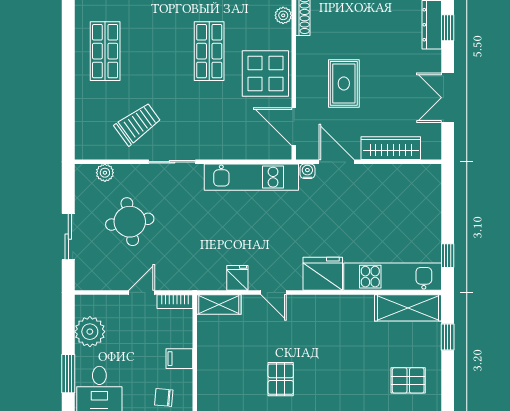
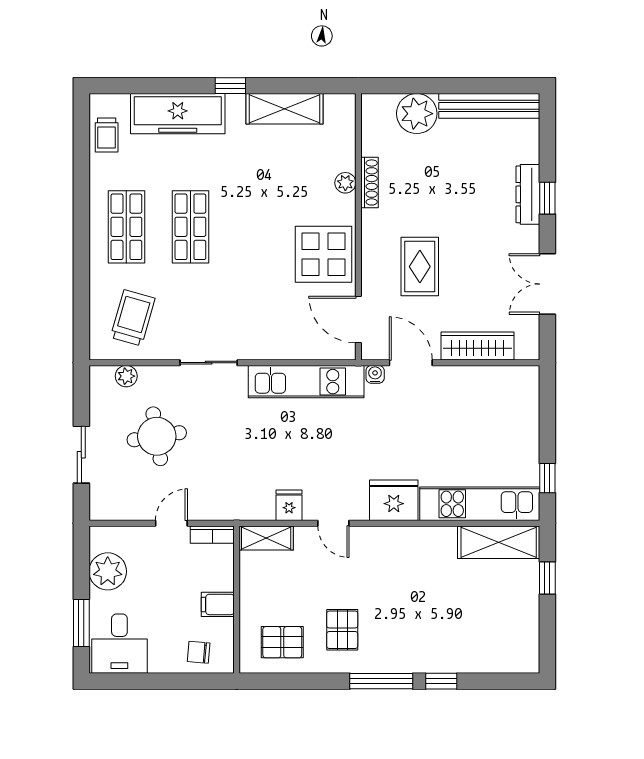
shop shelf: (209, 51) -> (190, 227), moved
trolley: (138, 124) -> (133, 318), moved, turned -38
pallet: (408, 380) -> (282, 642), moved

